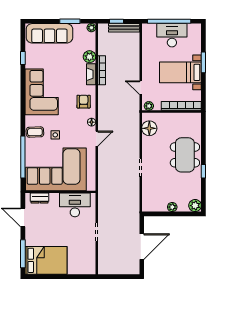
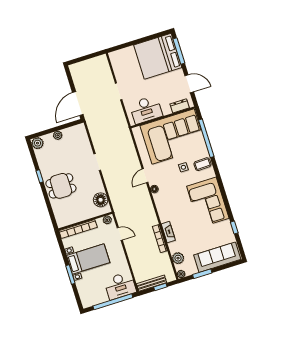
desk: (172, 35) -> (120, 286), moved
plant: (89, 57) -> (178, 258), moved
armchair: (84, 102) -> (167, 205), removed
dining table: (185, 155) -> (61, 186), width x0.73
door: (142, 247) -> (78, 104), moved
bed: (46, 260) -> (158, 56), width x1.36

